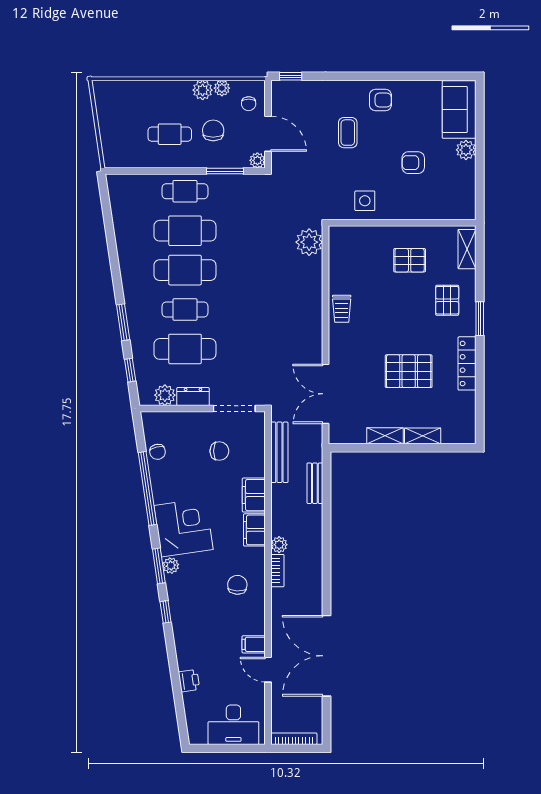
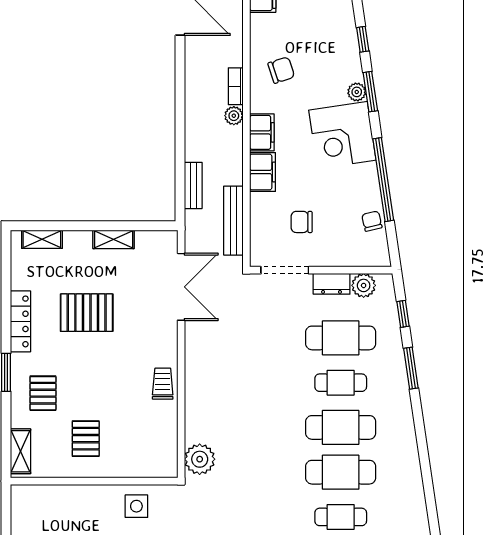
pallet: (410, 260) -> (86, 439), turned 90
shelving: (423, 436) -> (42, 239), moved
chair: (237, 585) -> (281, 70), turned -111

